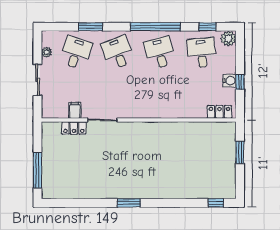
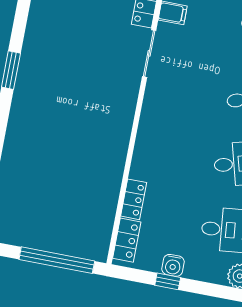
locker: (194, 112) -> (134, 199), added
window: (240, 152) -> (57, 260), width x2.11

